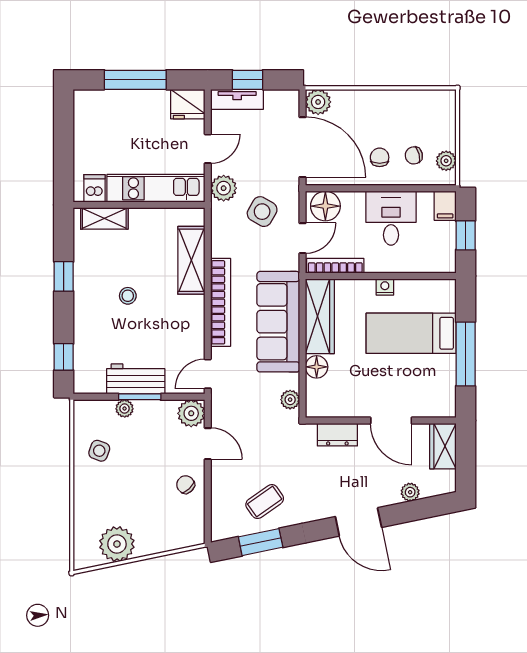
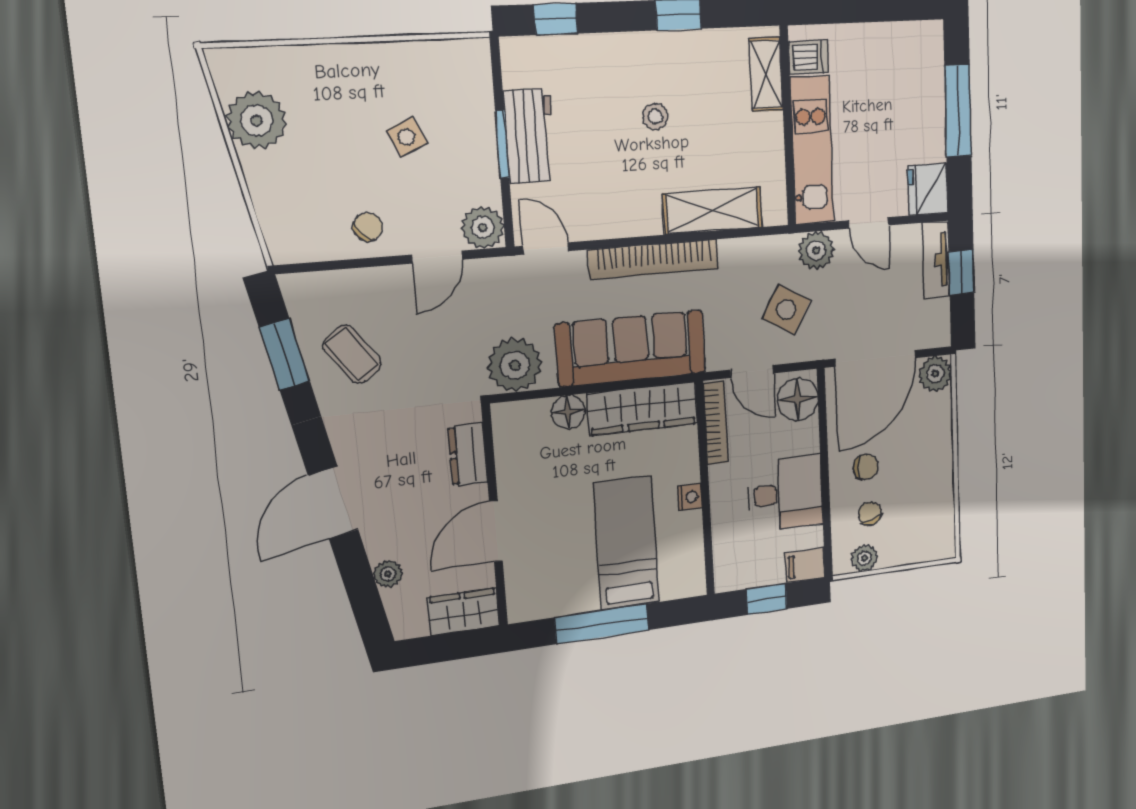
plant: (290, 400) -> (515, 365), width x1.87, depth x1.87
plant: (125, 409) -> (482, 121), removed
side table: (99, 451) -> (407, 137), moved, turned 45

